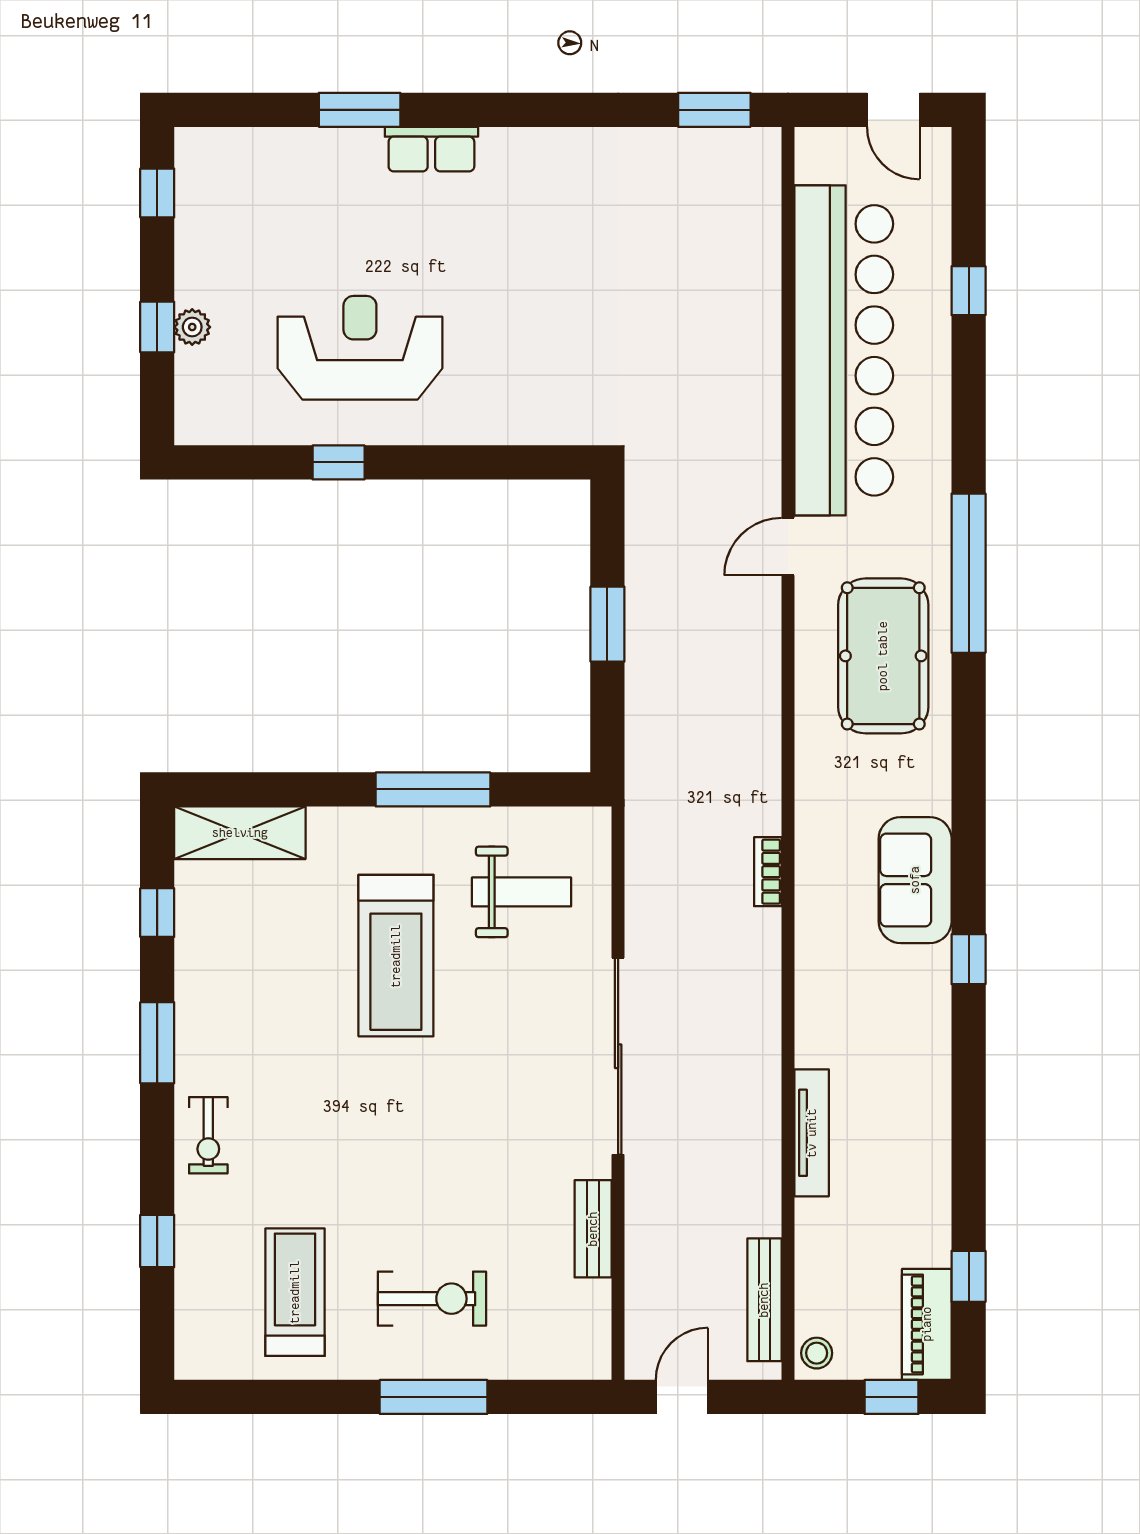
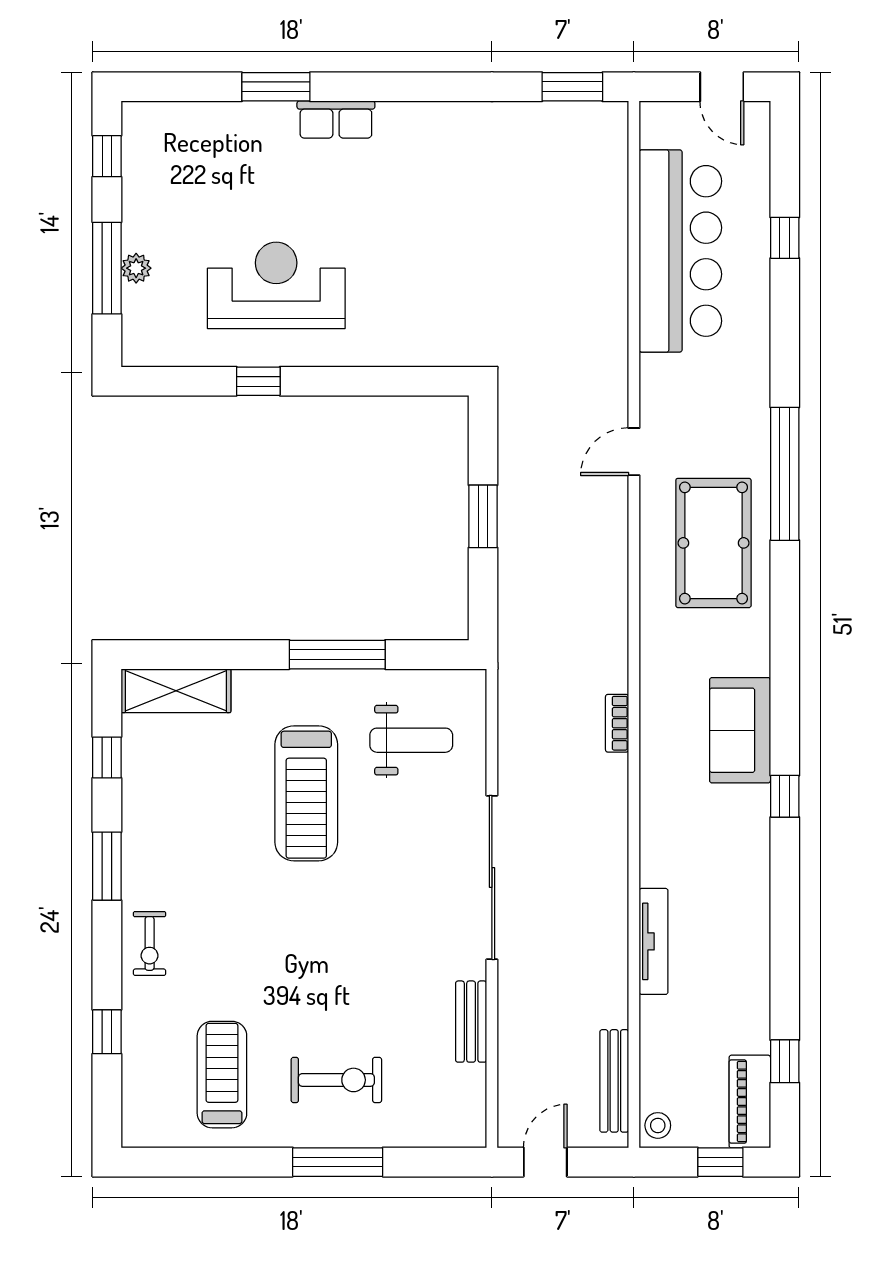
window: (157, 327) -> (107, 268), width x2.17
bar counter: (844, 350) -> (680, 251), width x0.73

